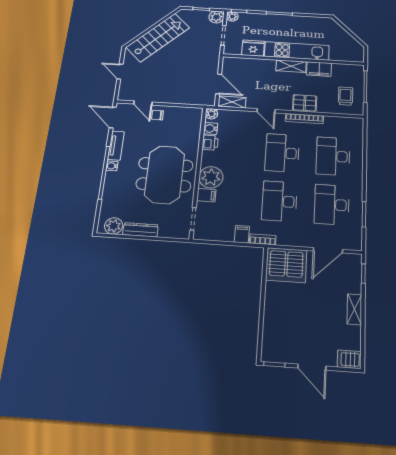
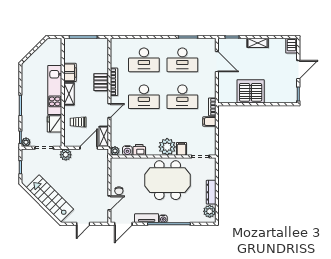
plant: (216, 17) -> (66, 155), moved
trolley: (346, 96) -> (78, 122), moved
server rack: (286, 265) -> (251, 91), moved, turned -90

